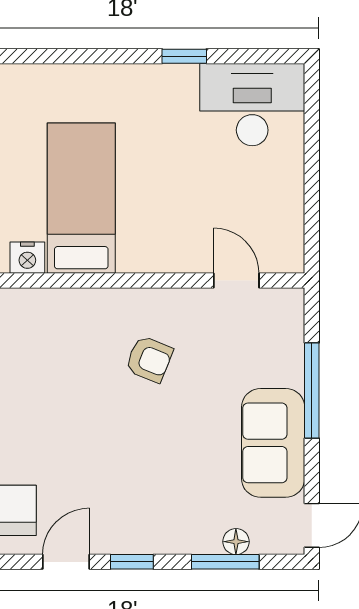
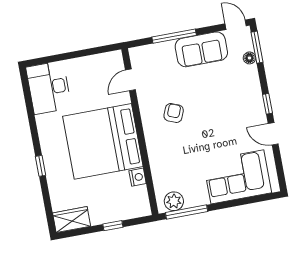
window: (184, 56) -> (40, 166), moved
bed: (81, 198) -> (103, 141), width x2.04
window: (225, 562) -> (257, 47), moved

